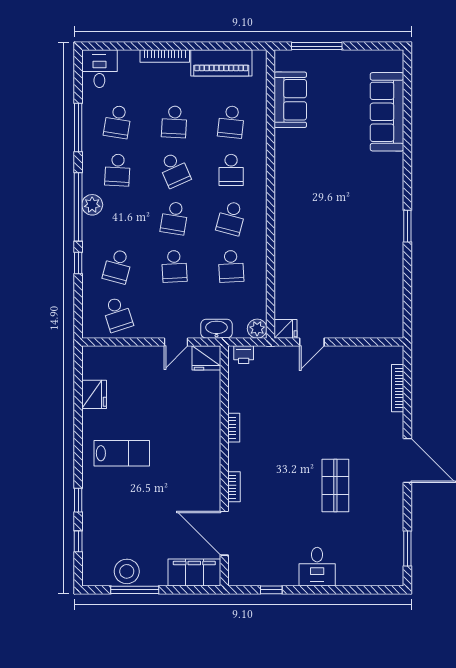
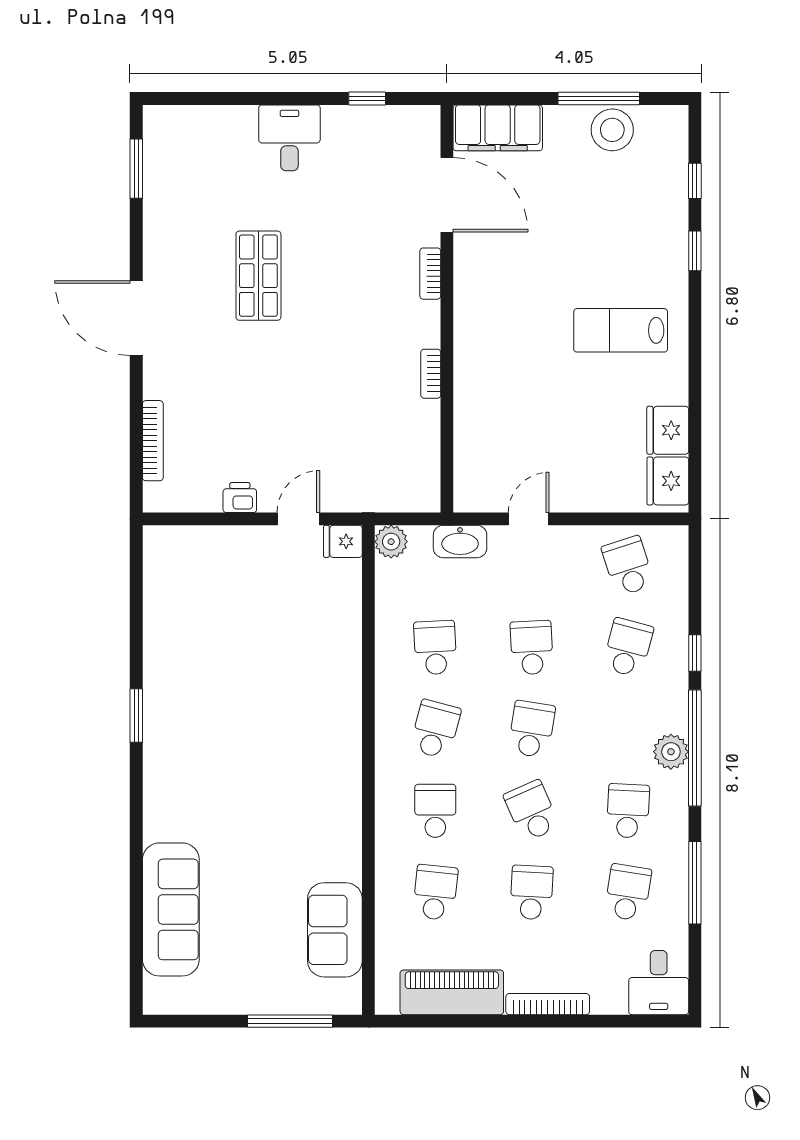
printer: (244, 355) -> (240, 498), moved
fridge: (206, 358) -> (668, 481), moved, turned -90

